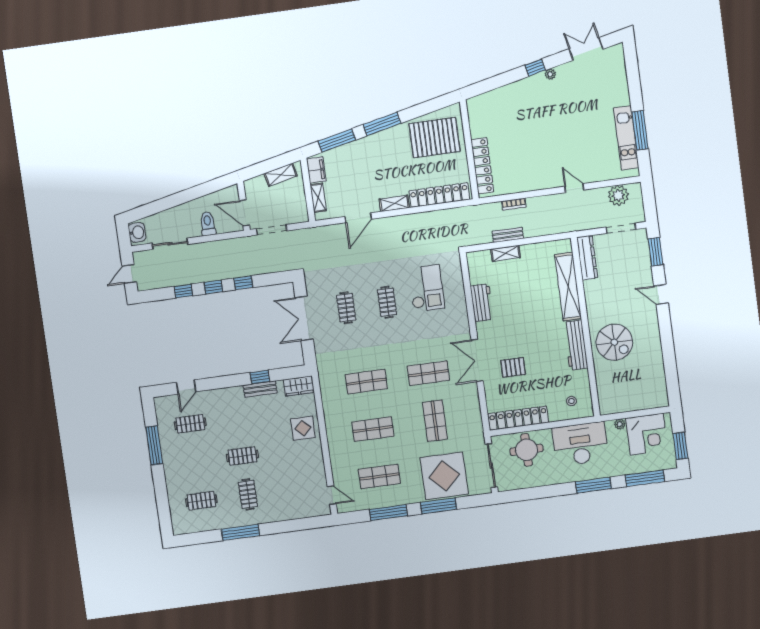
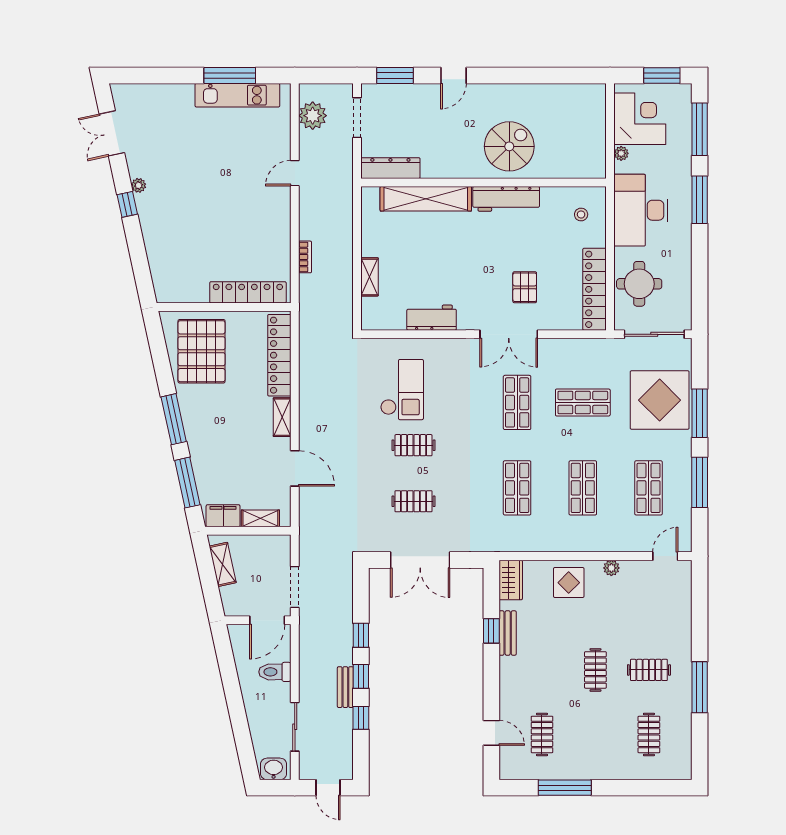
bench: (508, 235) -> (345, 687), moved
checkout: (426, 288) -> (402, 390), turned 90
plant: (318, 458) -> (611, 568), added

